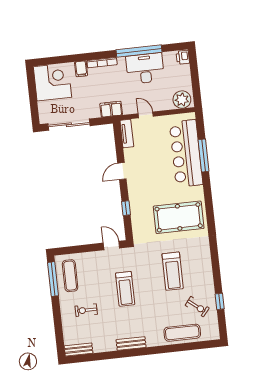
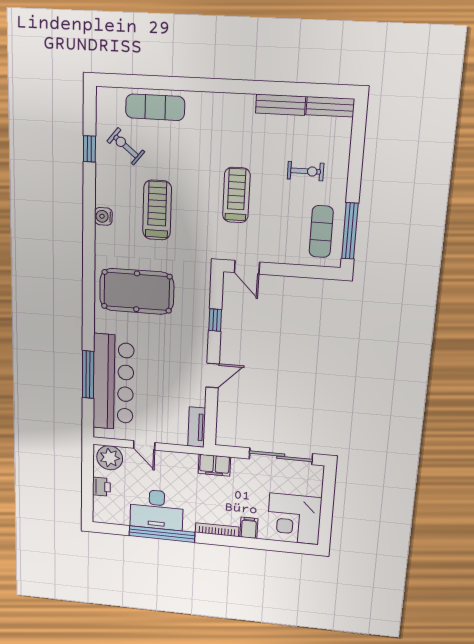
printer: (183, 57) -> (101, 487), moved
door: (146, 115) -> (144, 445), moved
water cooler: (206, 261) -> (103, 216), added
bench: (131, 344) -> (280, 105), moved

